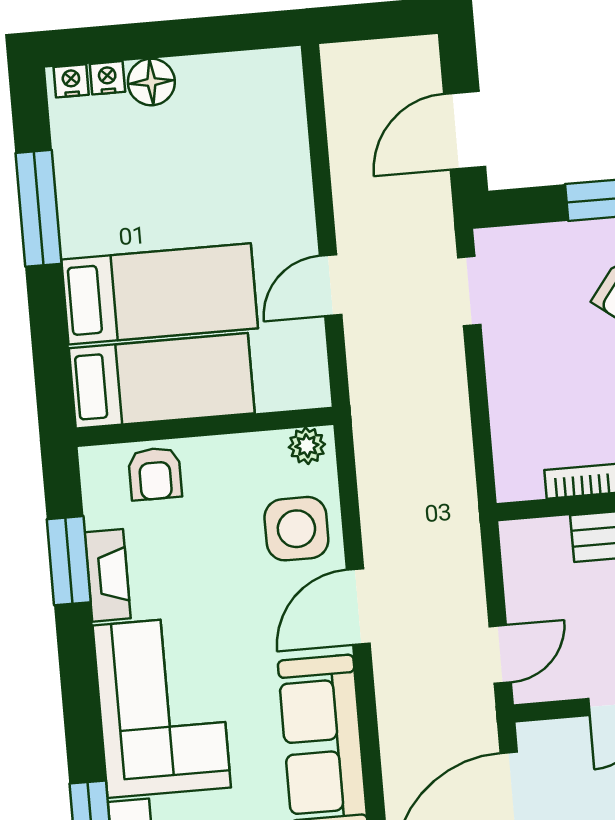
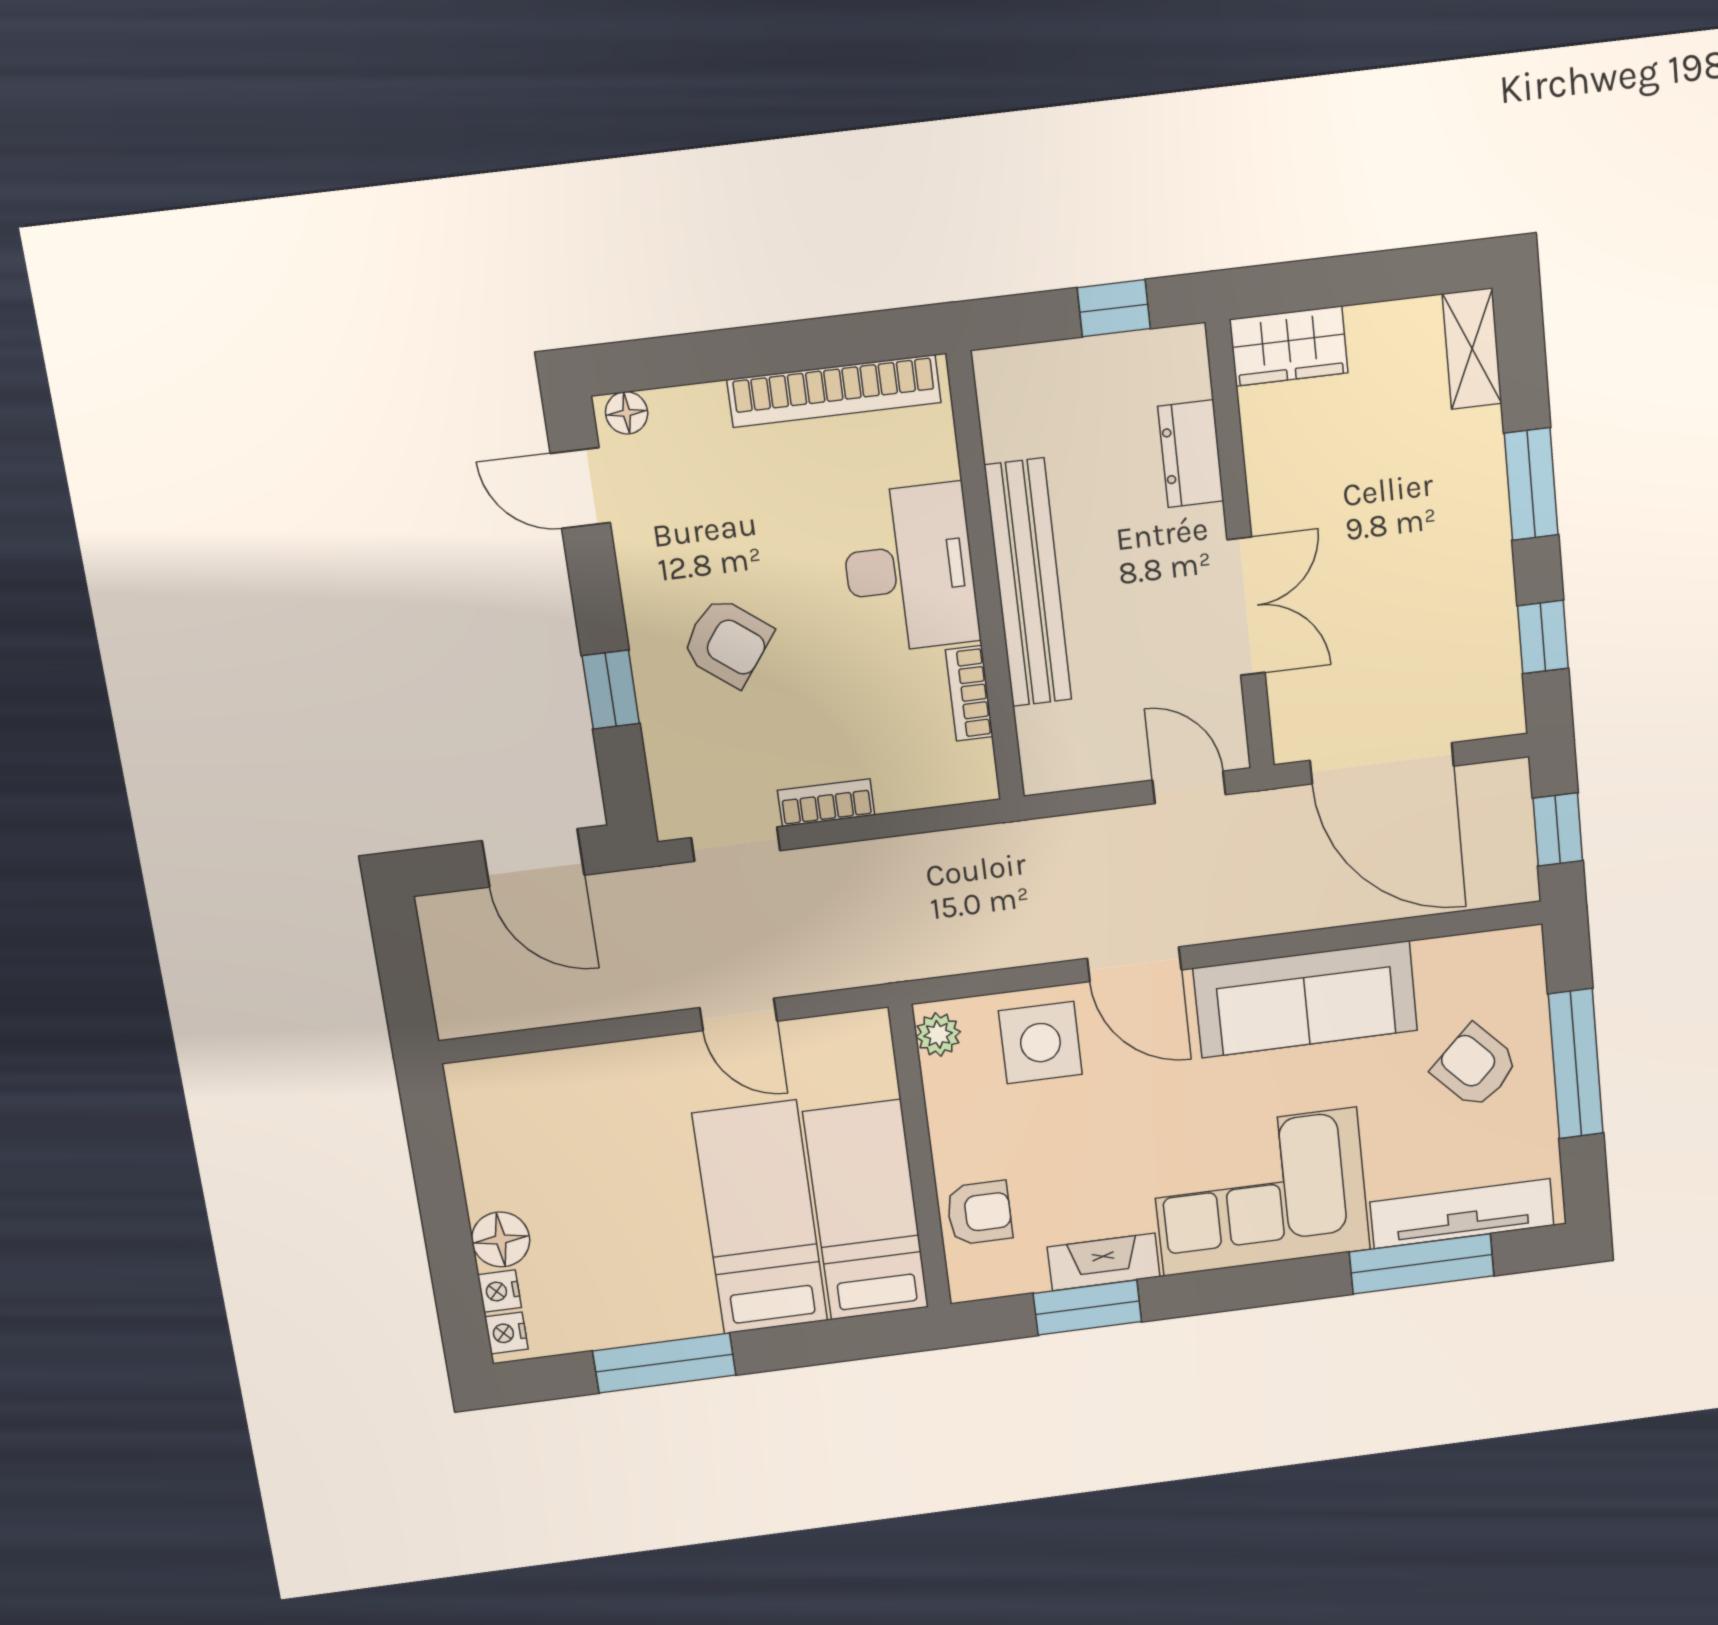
bookcase: (499, 364) -> (826, 803), added

